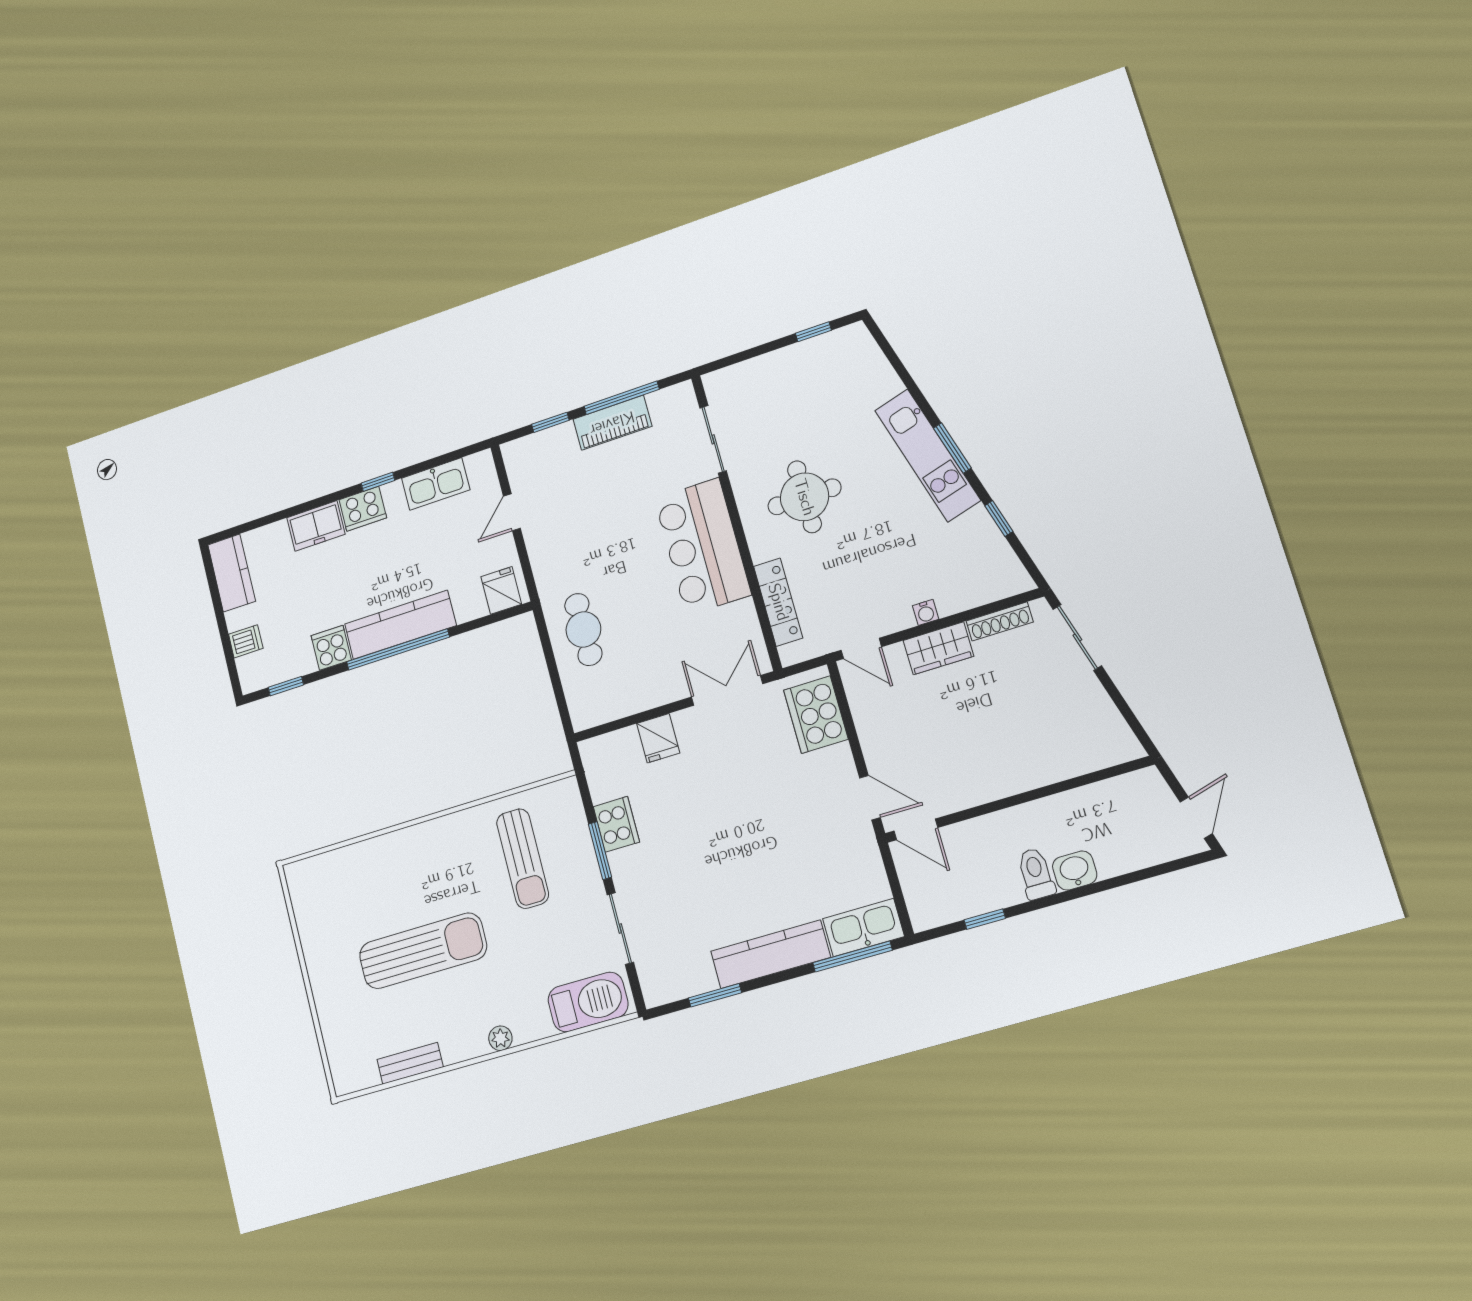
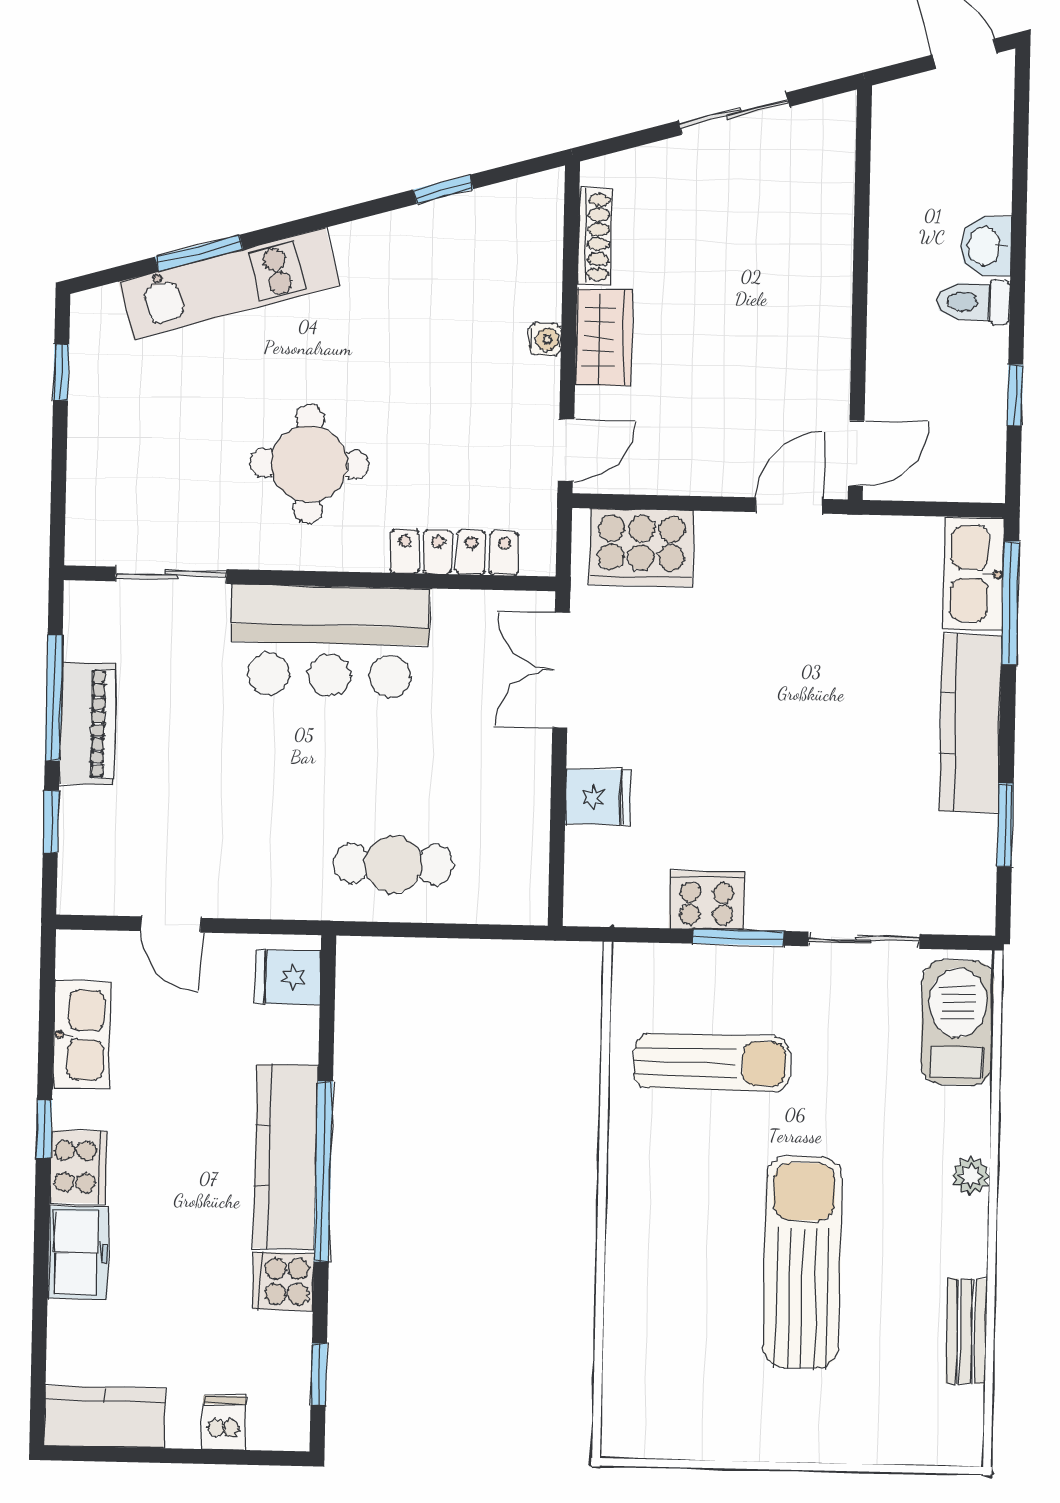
window: (952, 448) -> (199, 253), moved
kitchen unit: (928, 455) -> (229, 284), moved
sliding door: (1077, 637) -> (734, 114), moved

